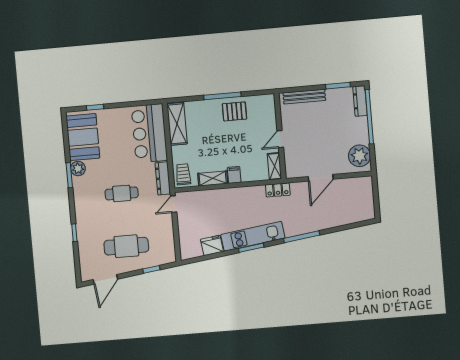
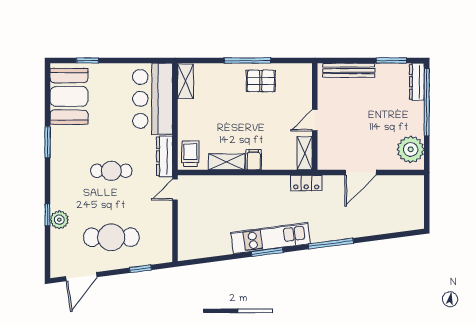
shelving: (177, 124) -> (186, 81), width x0.67, depth x0.75
plant: (78, 169) -> (59, 220), moved
fridge: (212, 245) -> (218, 245), removed

